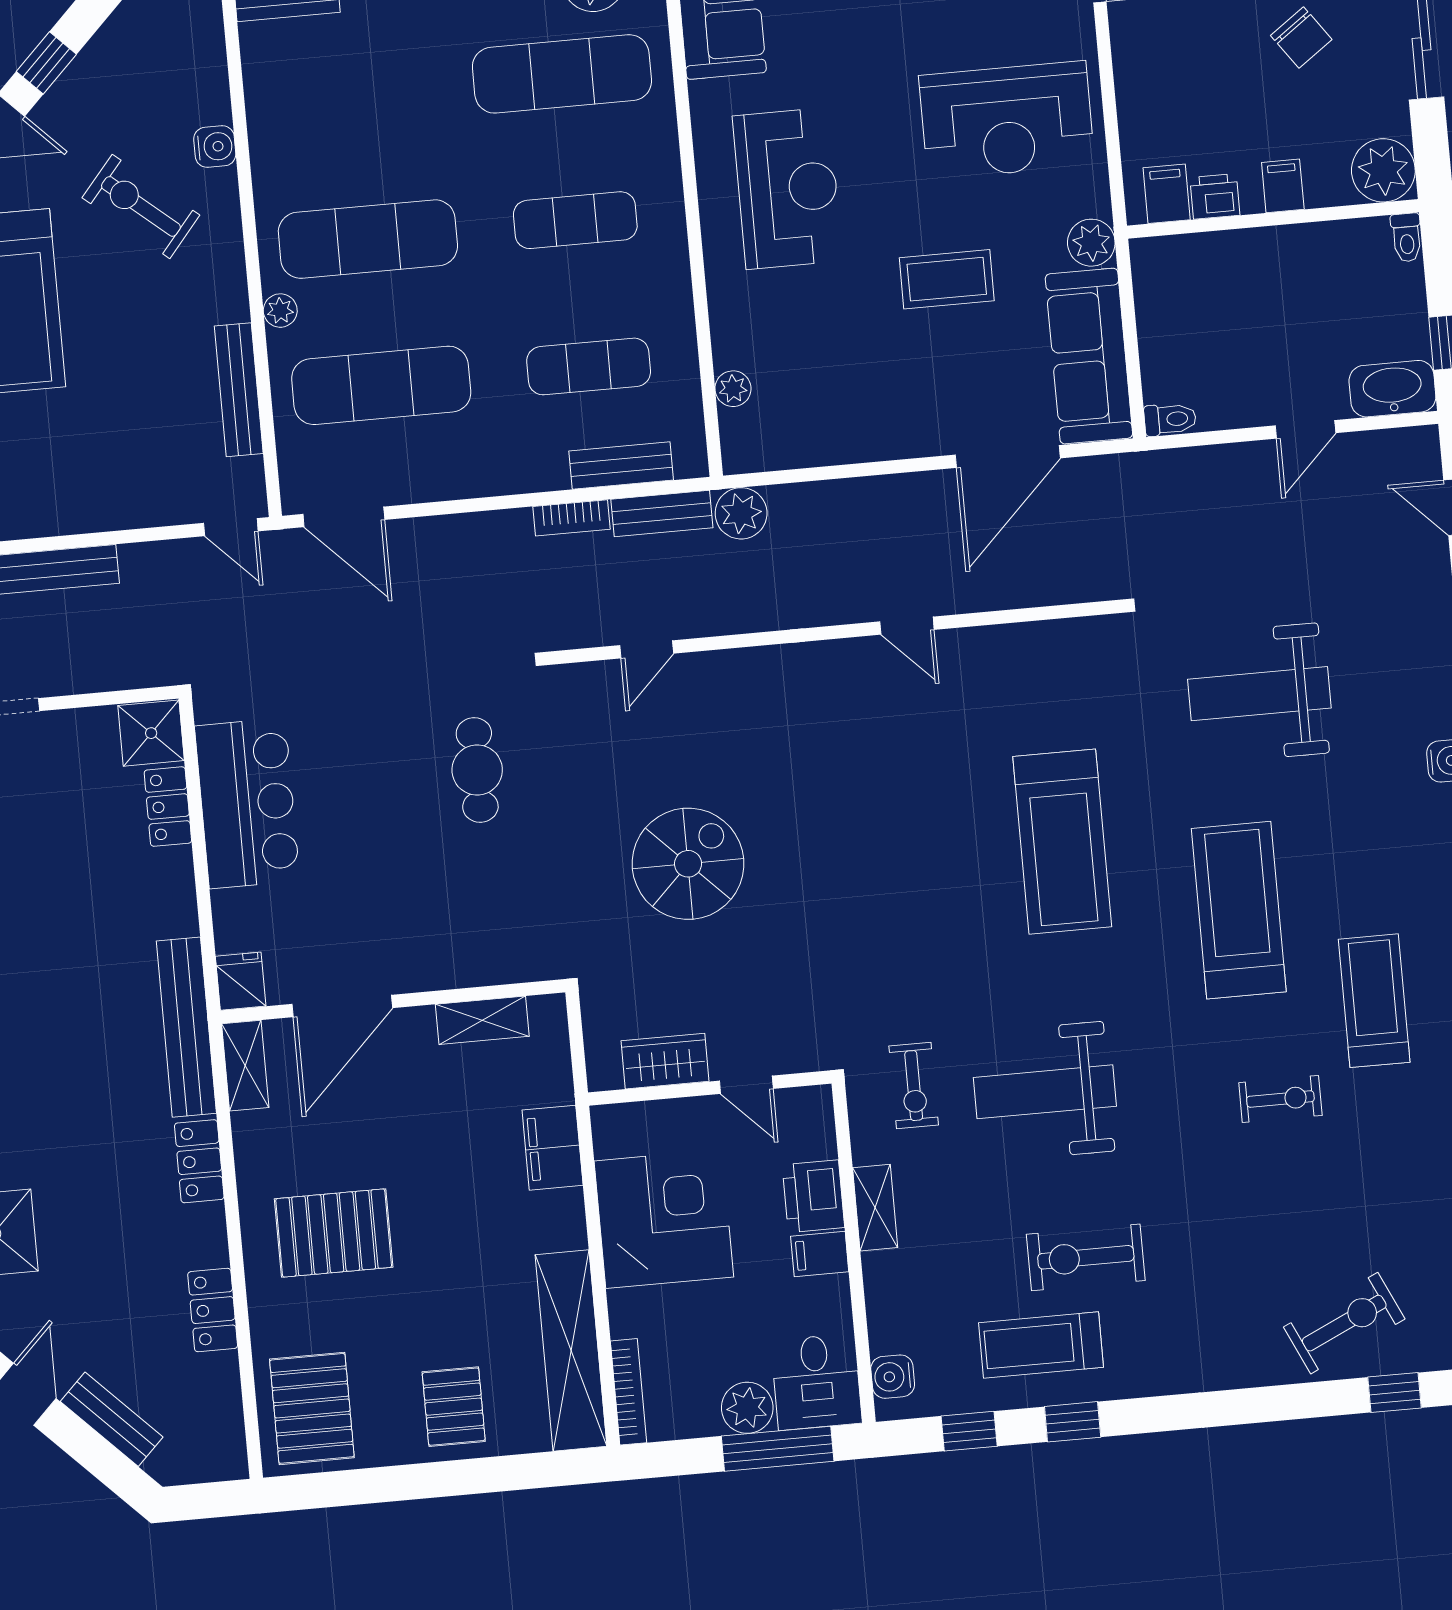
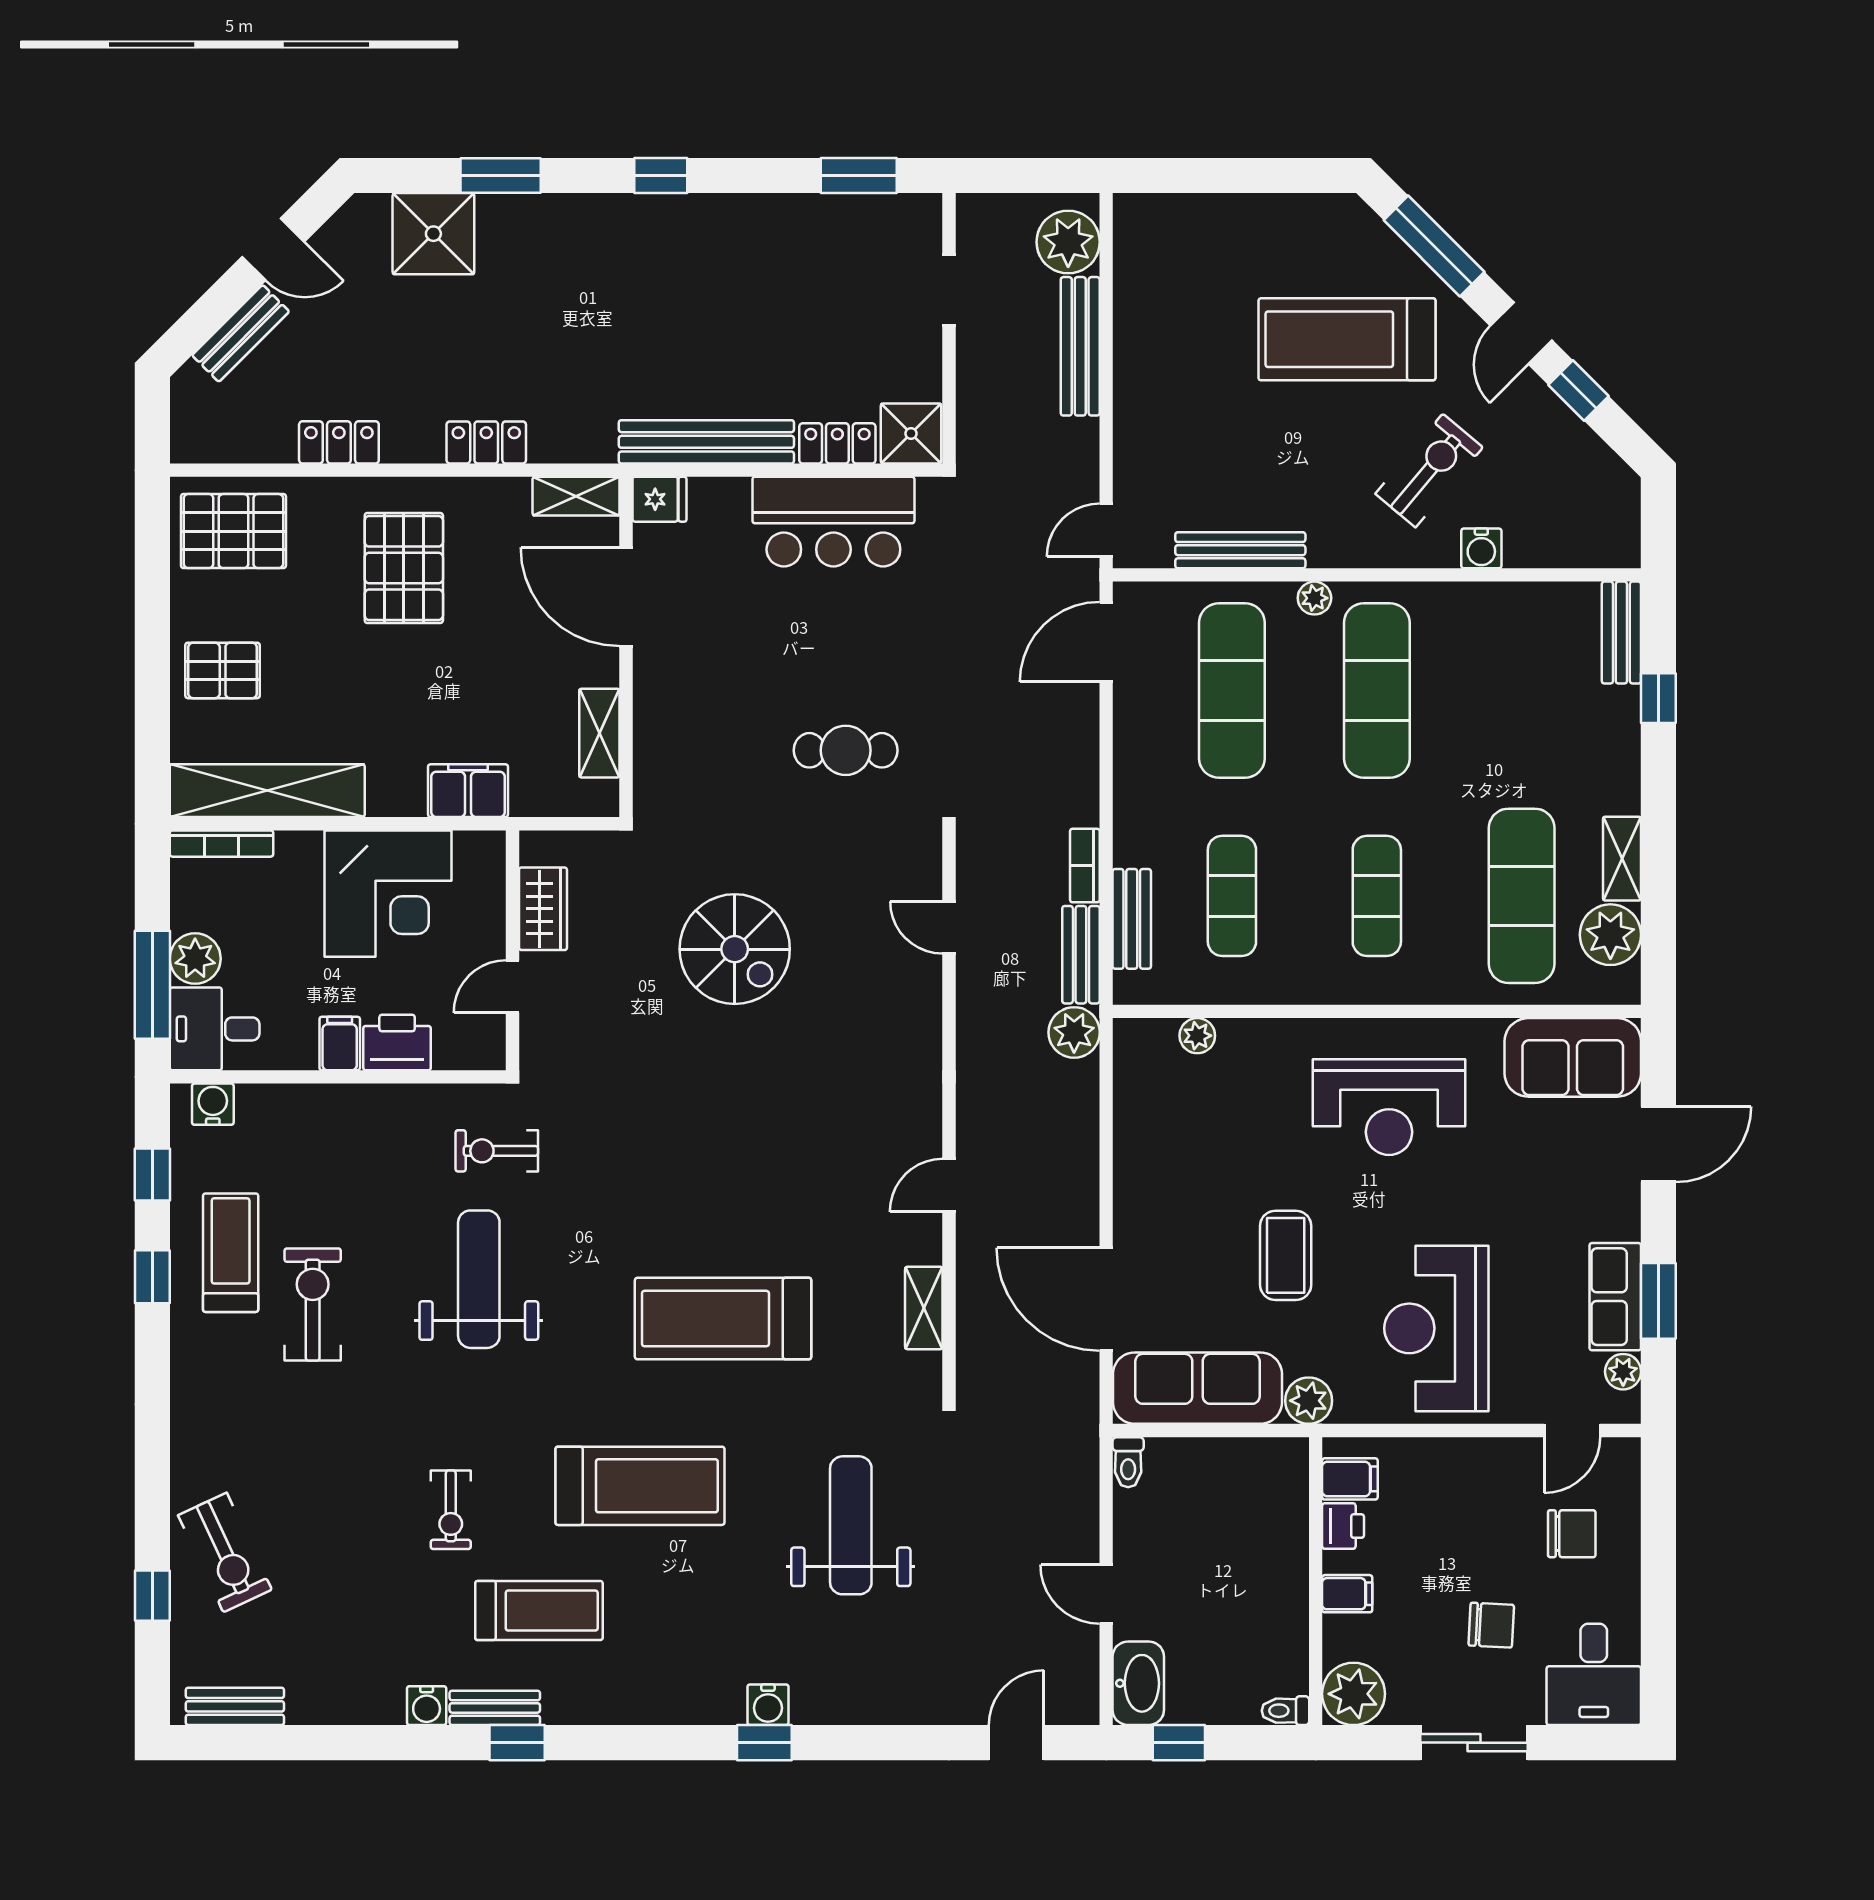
chair: (1301, 38) -> (1491, 1625), turned -141
bench: (186, 1027) -> (706, 442), moved
shelving: (875, 1208) -> (924, 1308), moved, turned 90

